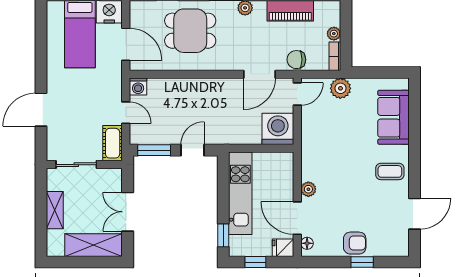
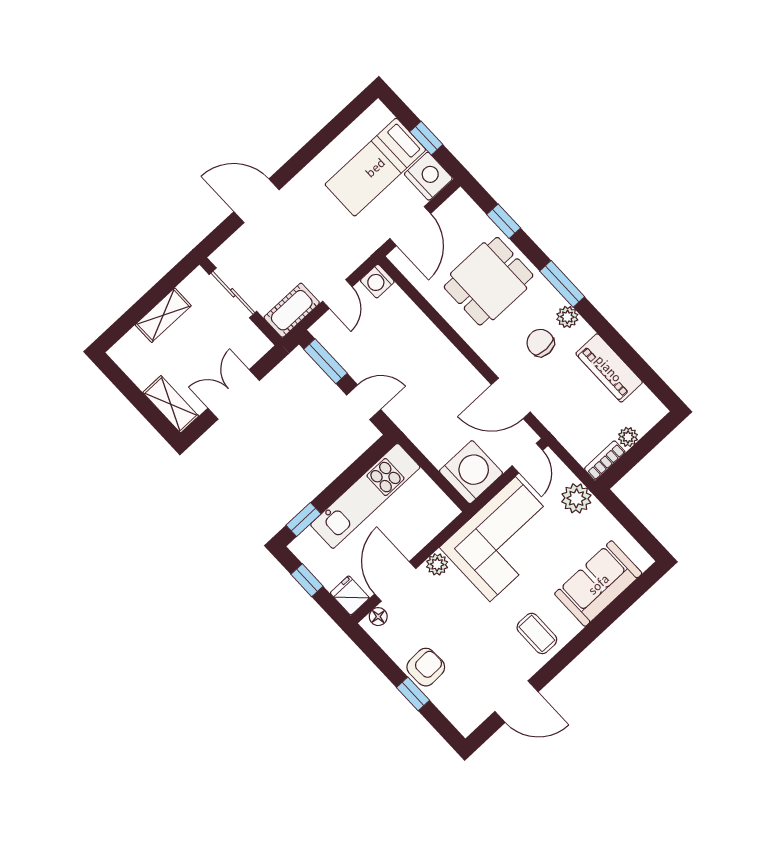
dining table: (190, 31) -> (489, 281), turned 90
chair: (296, 60) -> (540, 343), moved
door: (297, 94) -> (527, 458), hinge flipped
corner sofa: (326, 144) -> (503, 539), added
armchair: (355, 243) -> (426, 667), turned -92
shelving: (94, 245) -> (171, 404), width x0.67, depth x0.75

